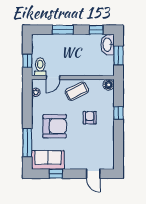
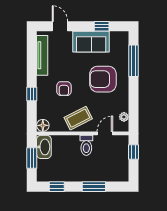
washbasin: (108, 45) -> (44, 147), moved
toilet: (40, 67) -> (86, 145), moved
tv unit: (109, 148) -> (42, 55), added
sofa: (48, 160) -> (91, 42), moved

